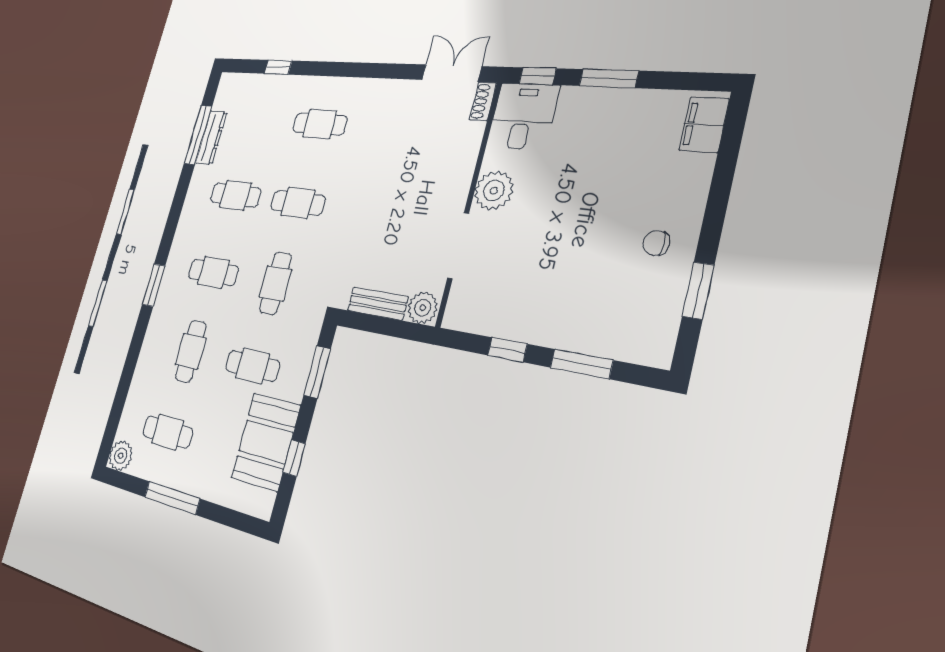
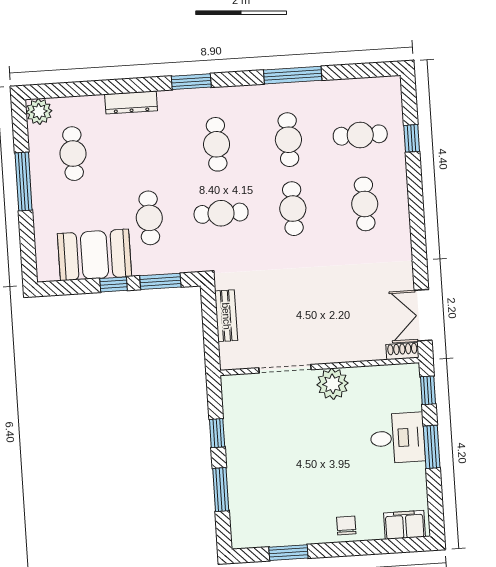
double door: (451, 73) -> (423, 315), swing flipped
desk: (523, 116) -> (398, 438), moved
window: (198, 135) -> (293, 75), moved
dresser: (211, 137) -> (131, 102), moved
chair: (656, 243) -> (346, 525), moved
plant: (423, 308) -> (232, 356), removed
cafe table: (191, 351) -> (360, 135), moved
window: (294, 458) -> (114, 284), moved

